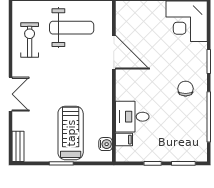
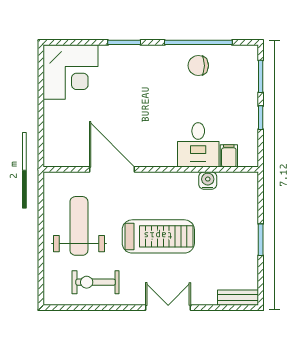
door: (114, 52) -> (112, 169), hinge flipped
chair: (186, 89) -> (198, 66), moved
treadmill: (71, 133) -> (158, 236), moved, turned 180
water cooler: (106, 144) -> (208, 181), moved

